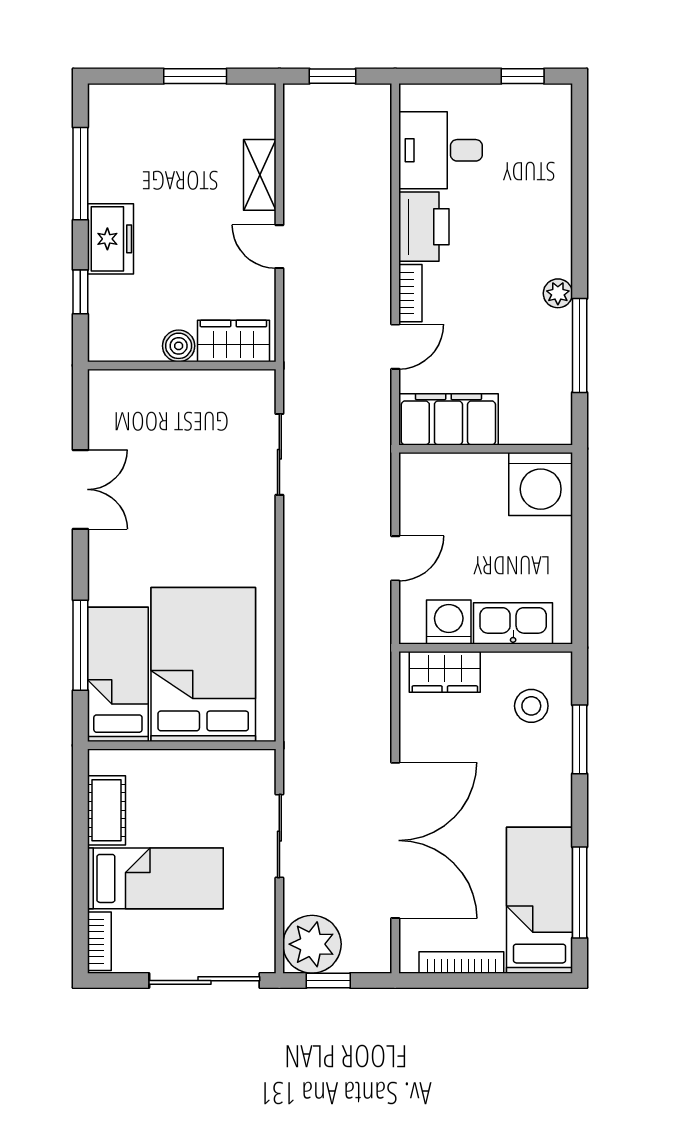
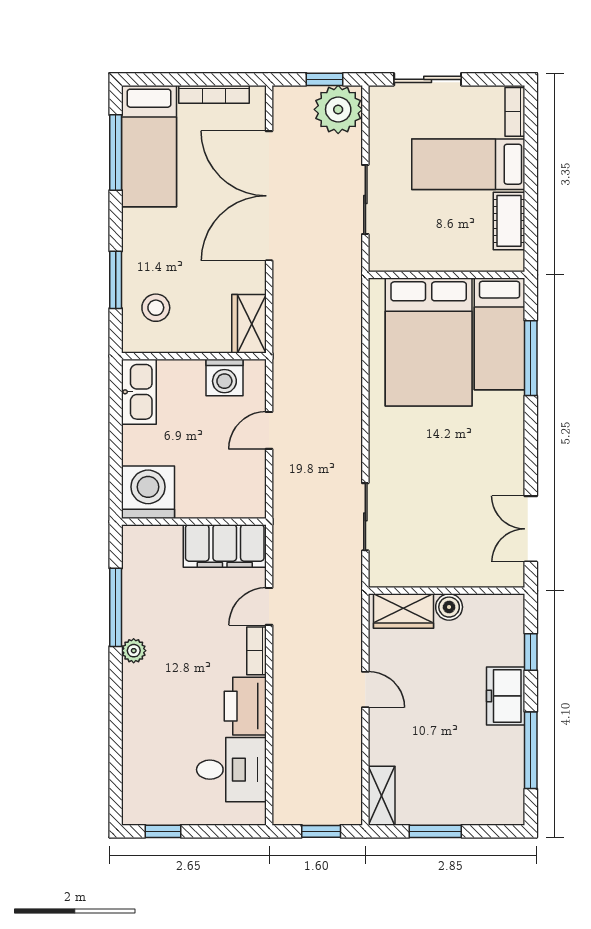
shelving: (260, 175) -> (382, 796), moved
double door: (80, 489) -> (531, 529), moved
kitchen sink: (513, 623) -> (139, 392), moved, turned -90
wardrobe: (445, 672) -> (249, 324), moved, turned -90
sliding door: (204, 981) -> (428, 79), width x0.73

